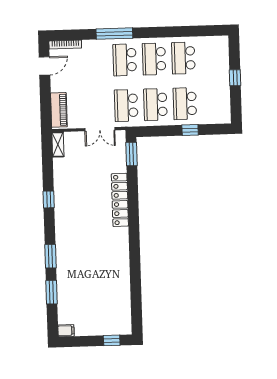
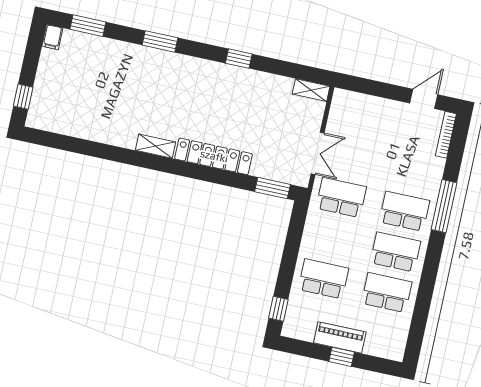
door: (44, 66) -> (424, 99), swing flipped
school desk: (155, 105) -> (332, 238), removed
piano: (59, 110) -> (340, 337), moved, turned 180
double door: (100, 129) -> (318, 153), swing flipped
window: (190, 130) -> (278, 309), moved
shelving: (123, 241) -> (155, 146), added
window: (52, 292) -> (88, 26), moved

